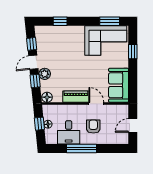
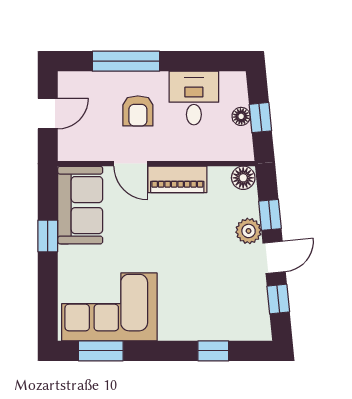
window: (133, 52) -> (48, 236), moved
window: (81, 148) -> (126, 61), moved

